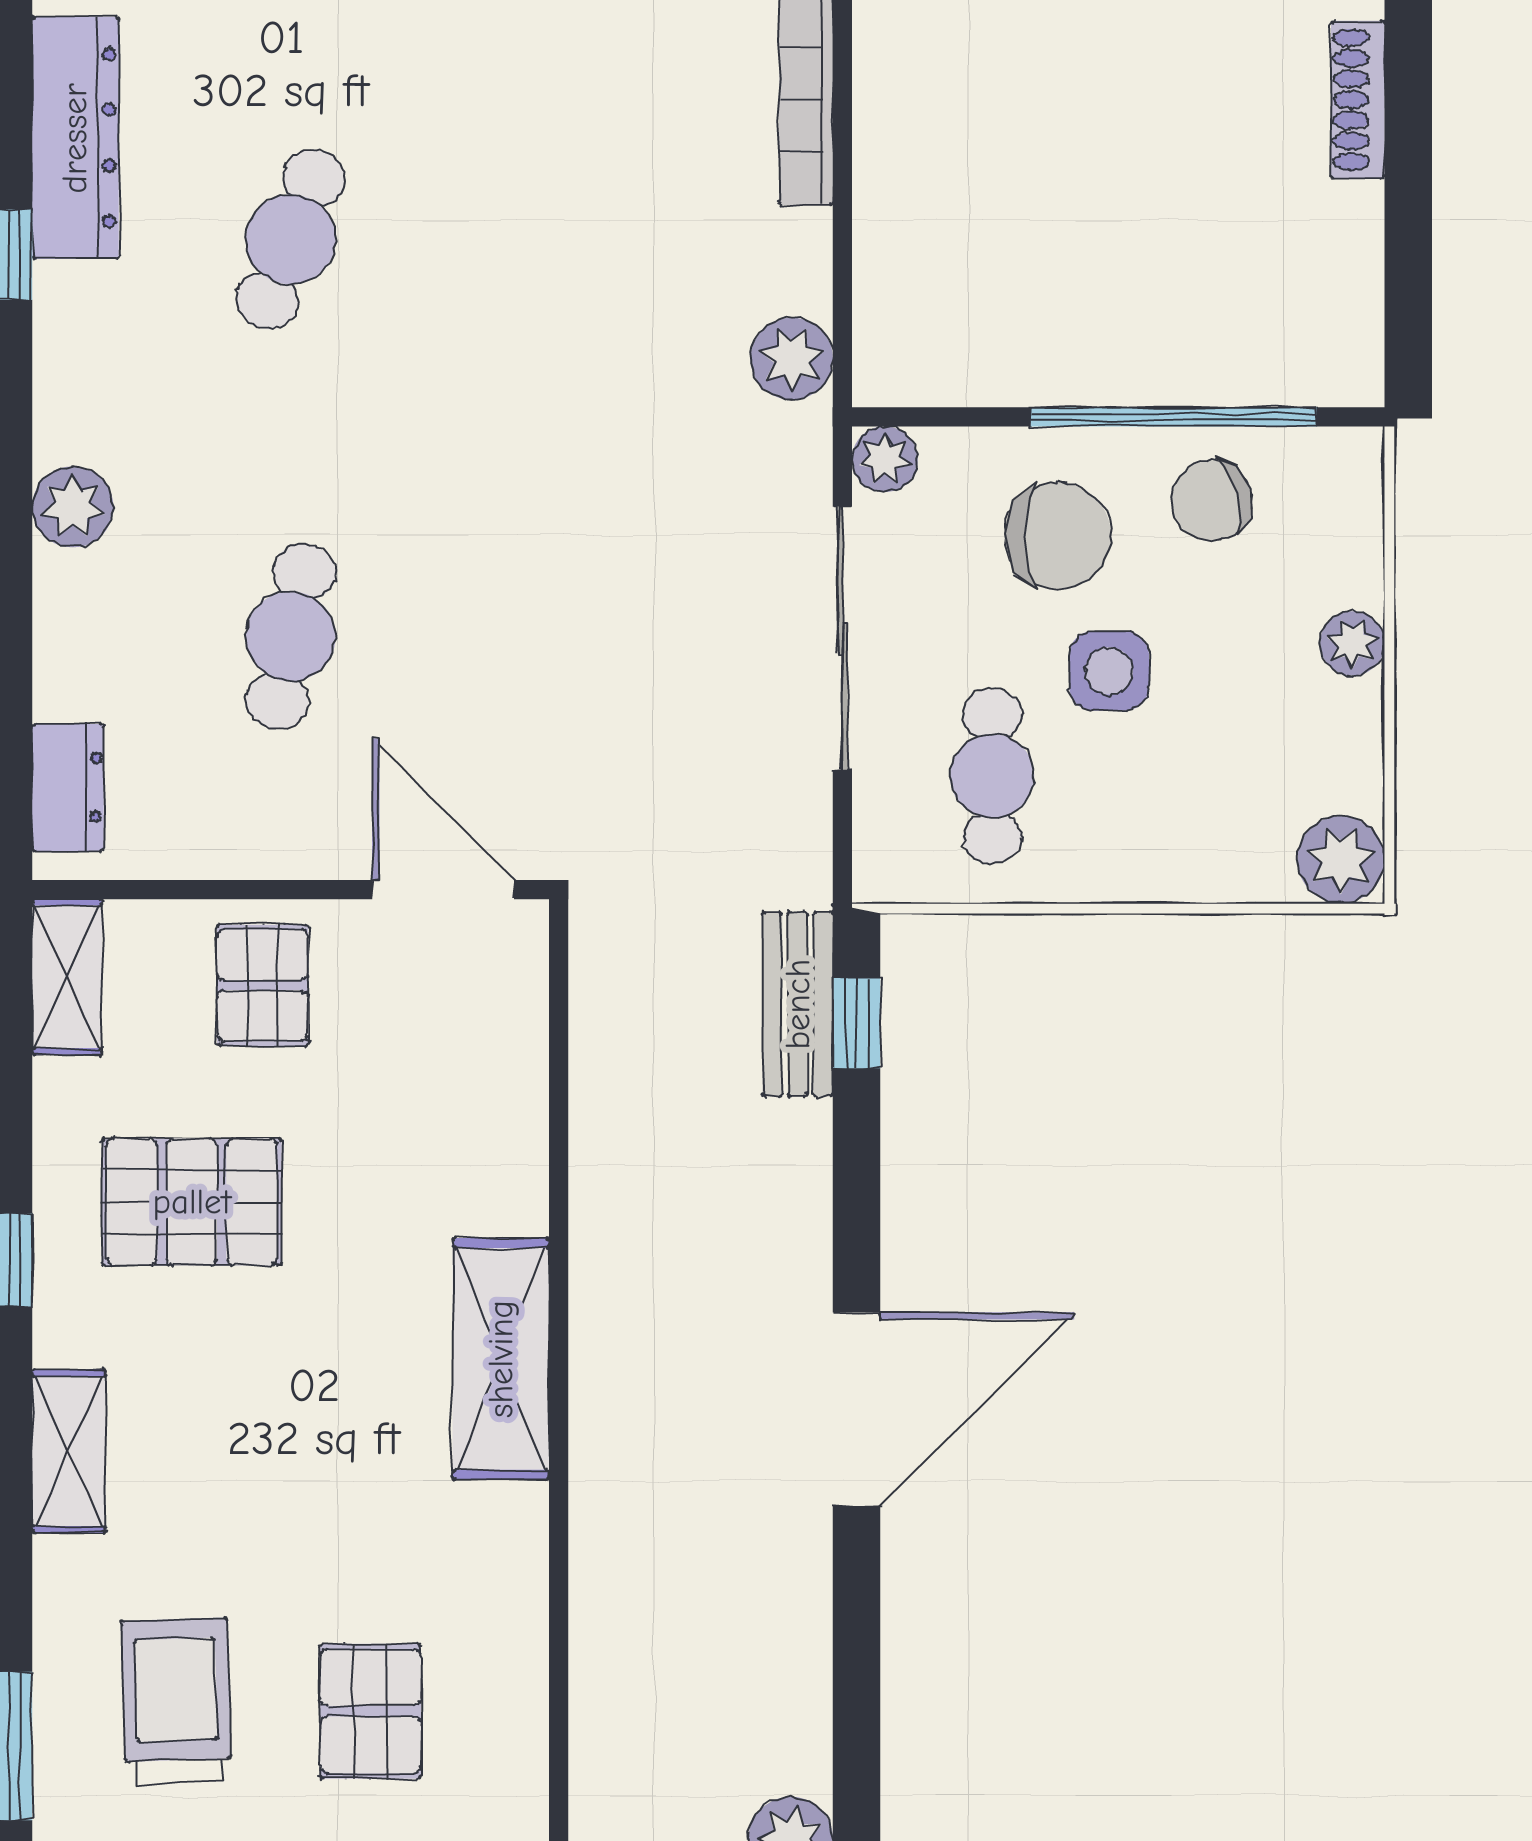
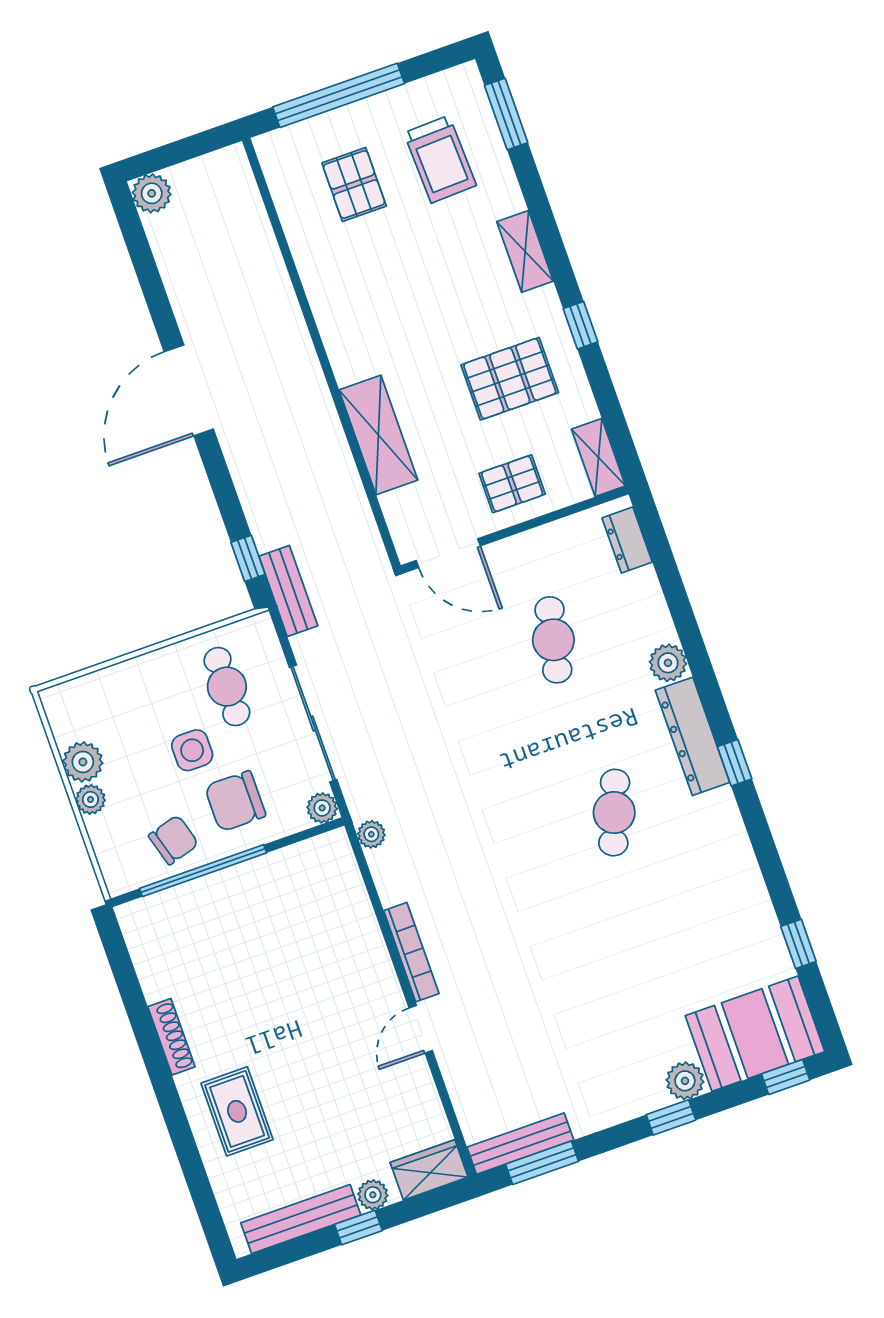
dresser: (75, 138) -> (693, 736), moved
plant: (792, 359) -> (371, 834), width x0.73, depth x0.73
plant: (1341, 860) -> (83, 762), moved
pallet: (263, 985) -> (512, 484), turned 90
bench: (798, 1004) -> (288, 591), moved
shelving: (501, 1359) -> (378, 435), moved

